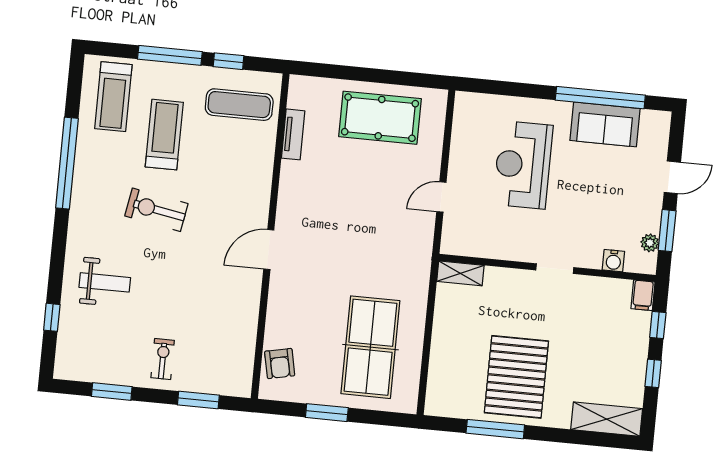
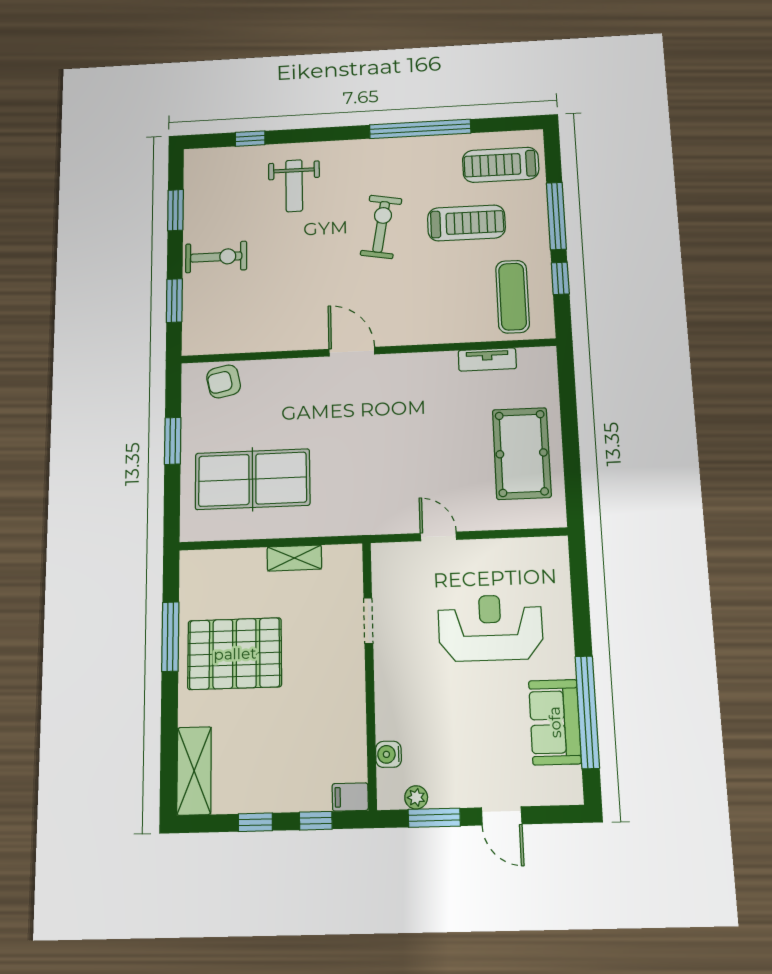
doorway: (555, 269) -> (368, 621), moved
shelving: (460, 273) -> (294, 558), moved, turned 90
exercise bike: (163, 359) -> (216, 257), width x1.38, depth x1.39

